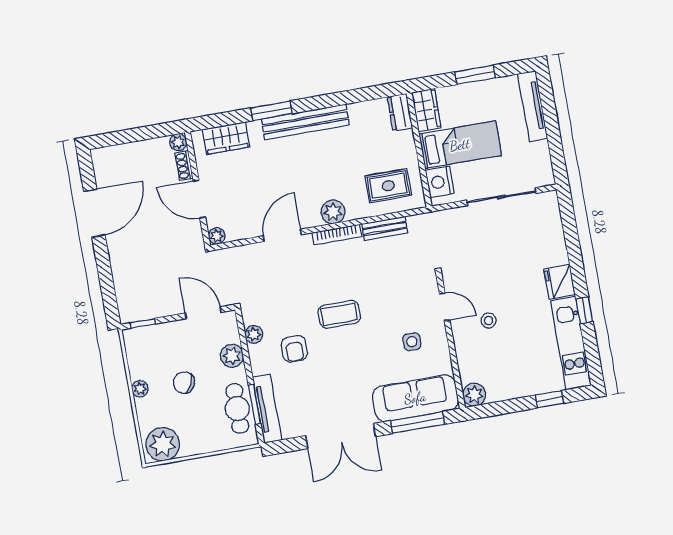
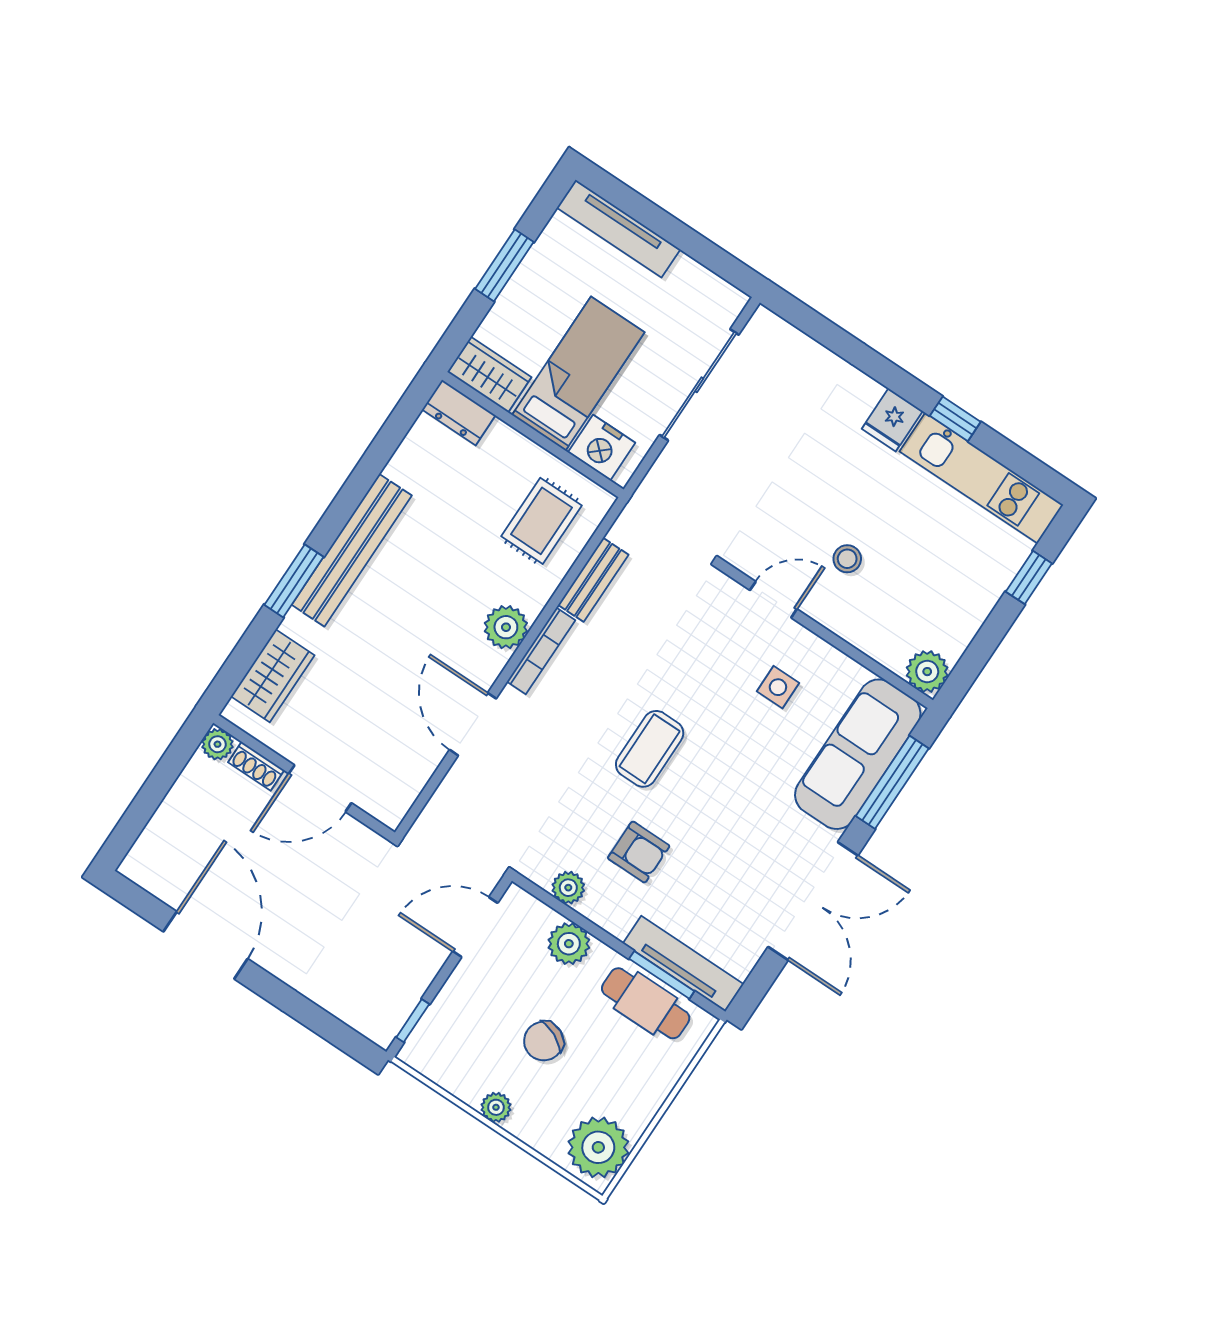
plant: (217, 236) -> (391, 812), removed
fridge: (559, 282) -> (892, 420), width x0.72

